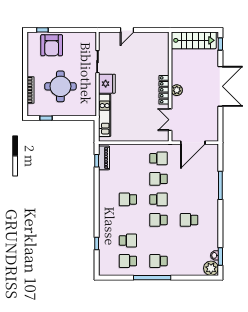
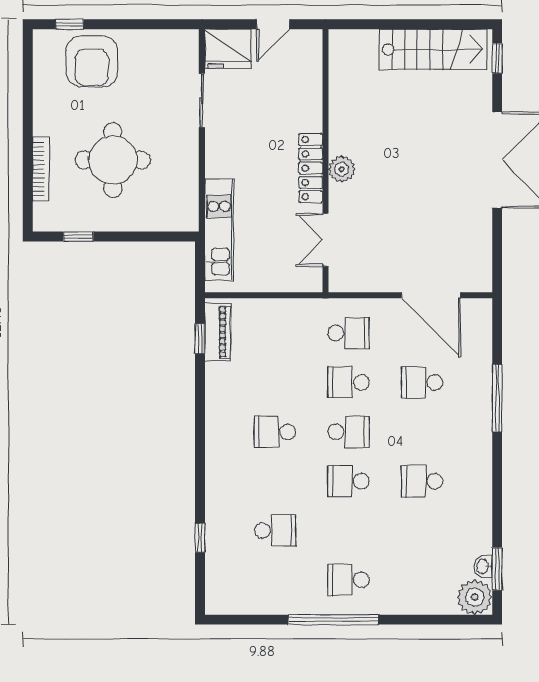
fridge: (107, 84) -> (228, 49), moved, turned 90
wall: (170, 87) -> (325, 161), moved
locker: (164, 90) -> (311, 168), moved
plant: (177, 90) -> (342, 169), moved
double door: (170, 120) -> (325, 240), moved
door: (193, 143) -> (431, 295), hinge flipped
school desk: (128, 261) -> (422, 382), moved

